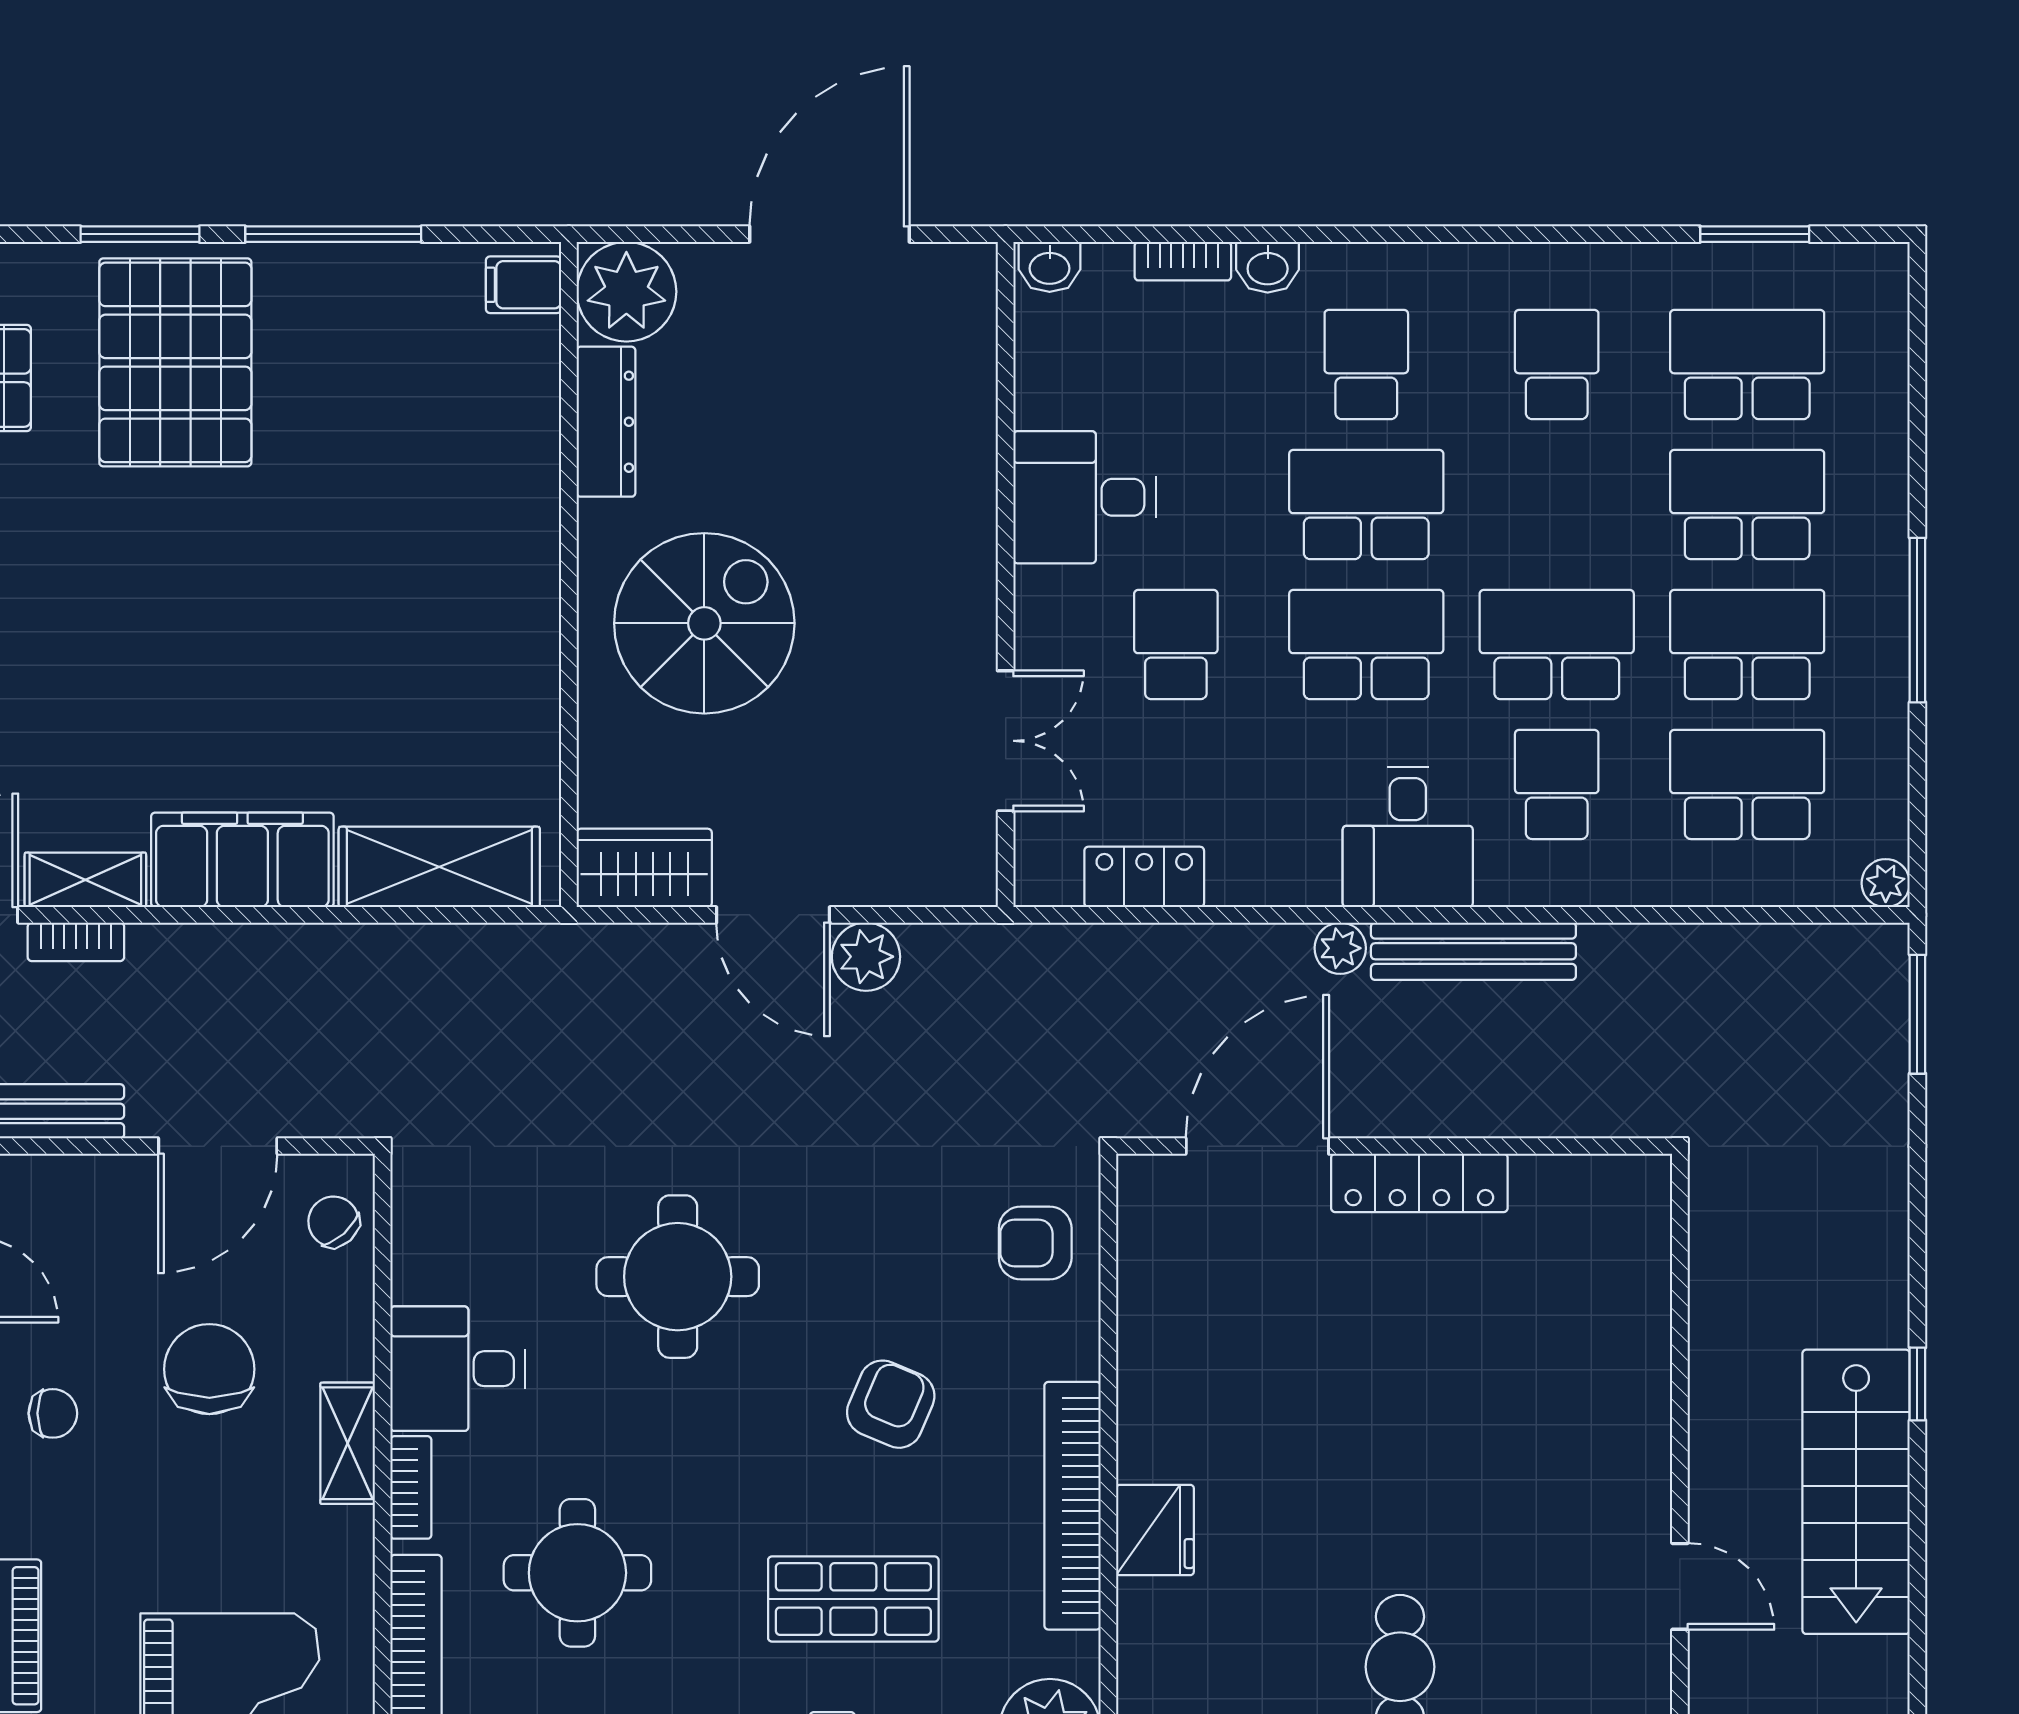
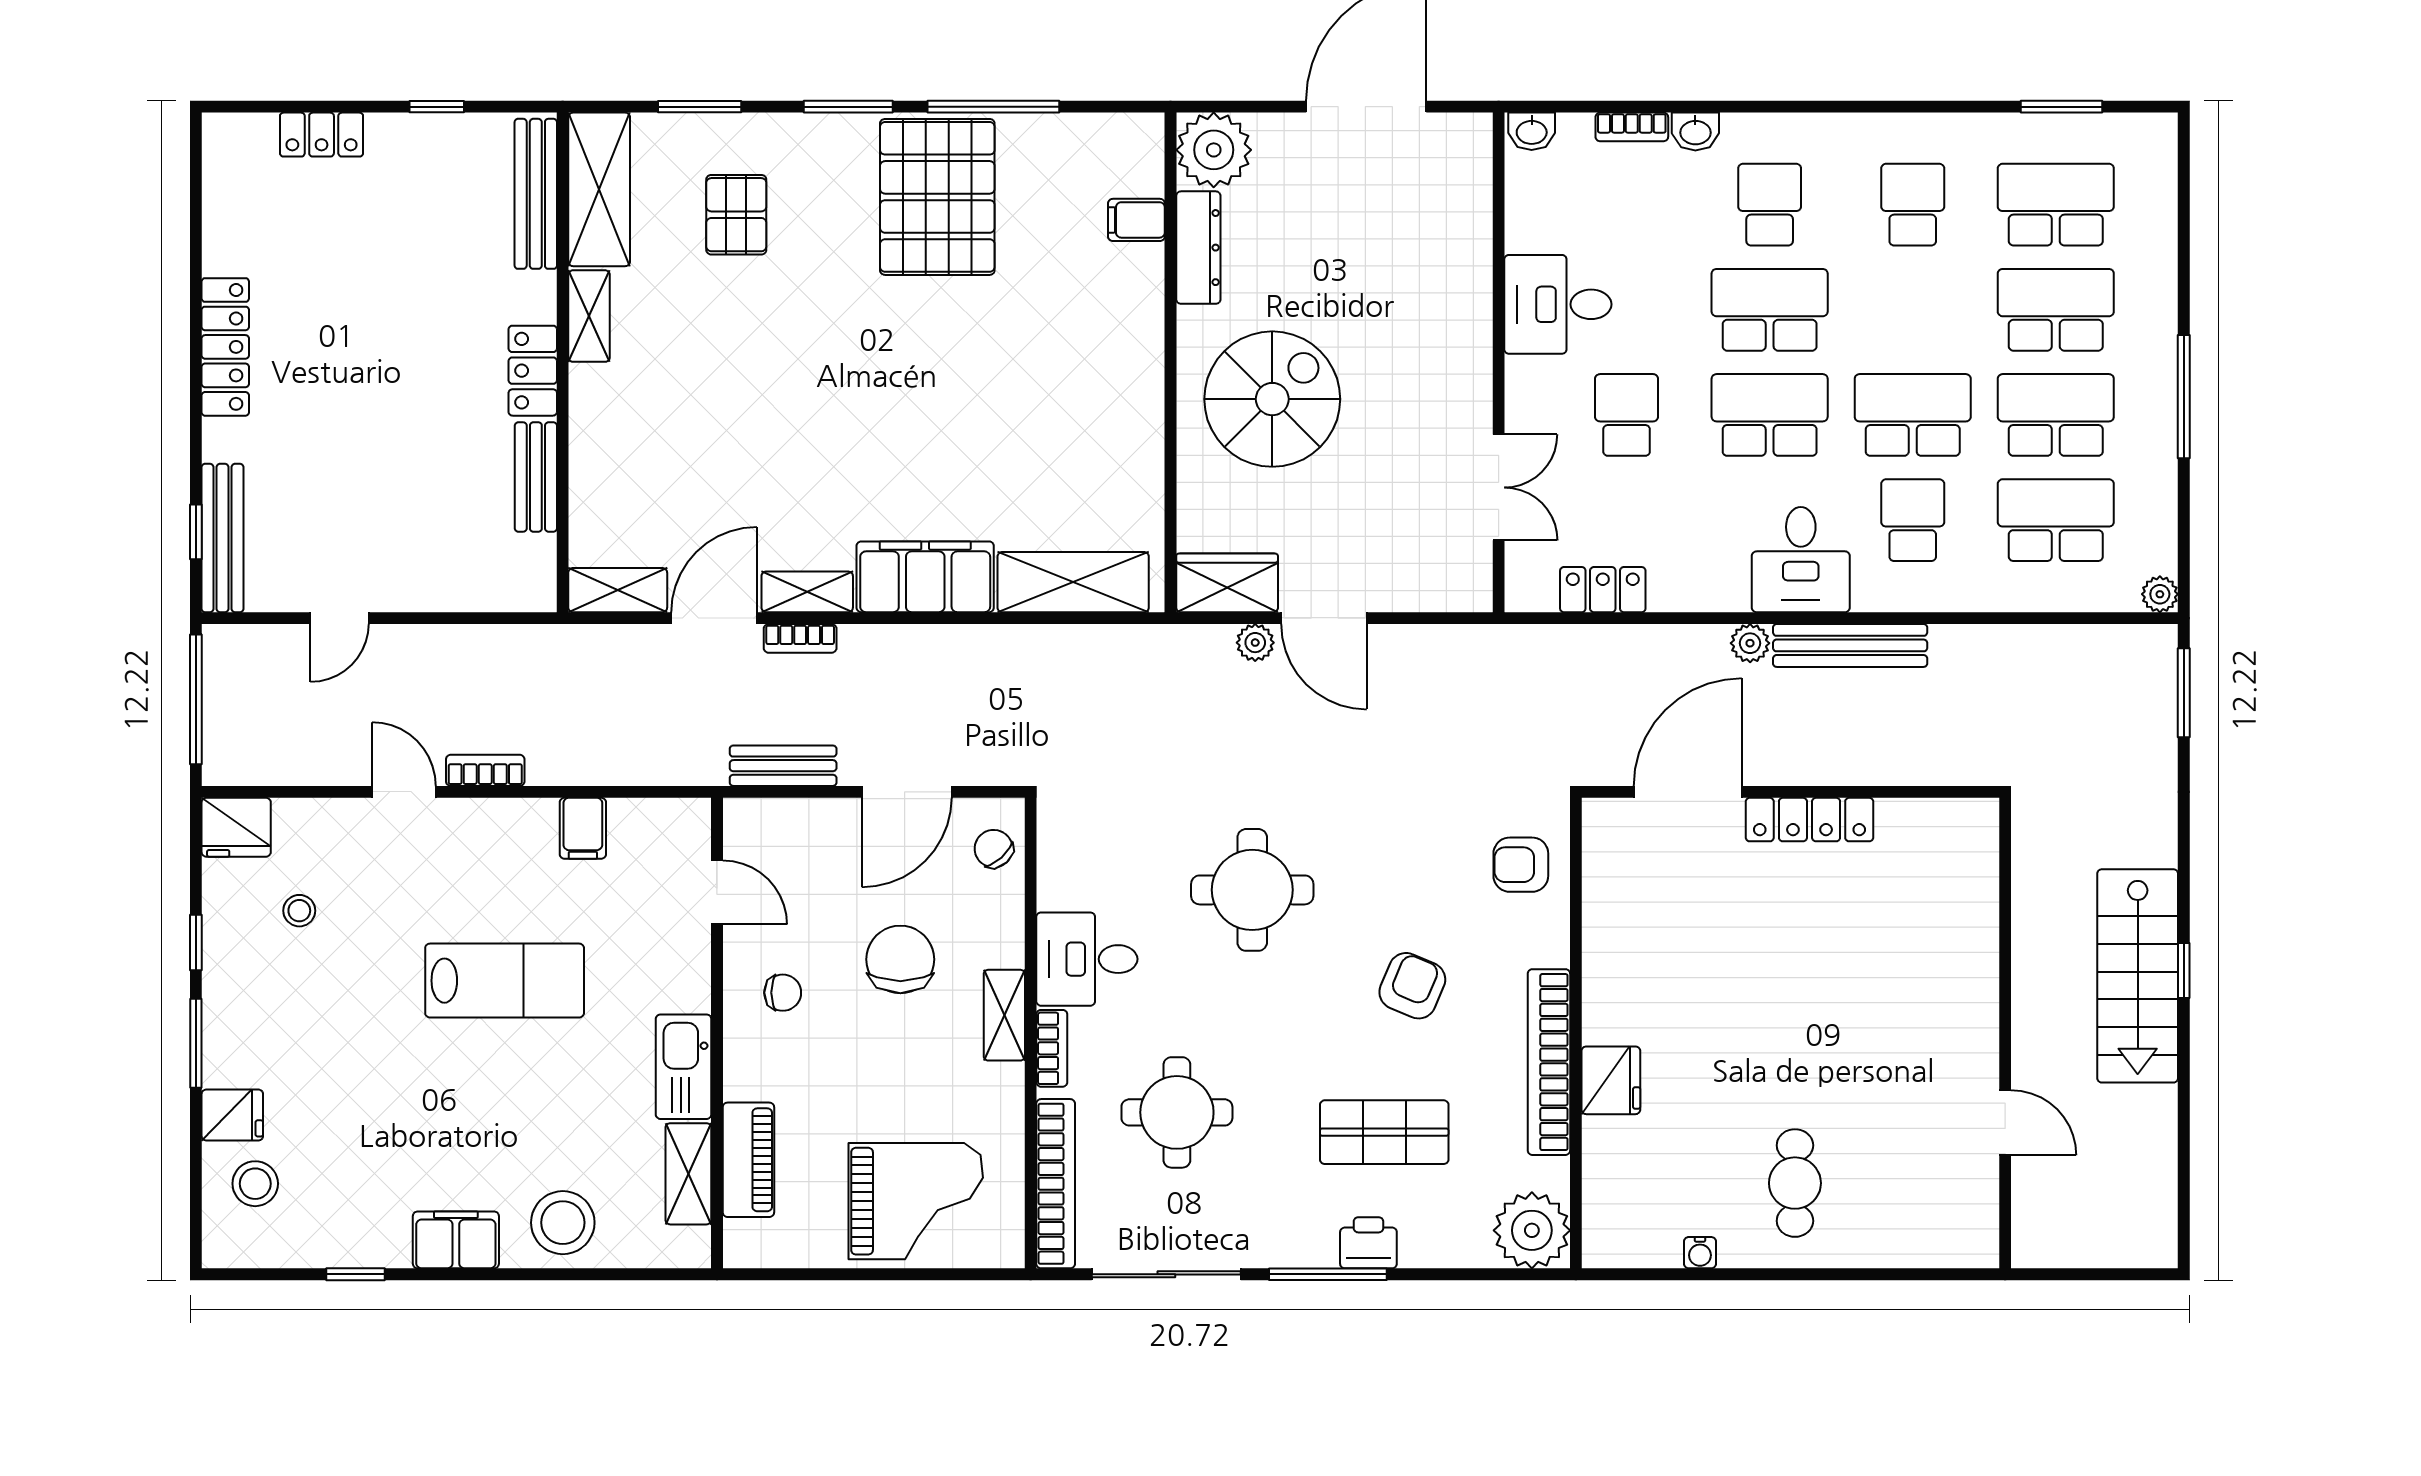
filing cabinet: (524, 285) -> (1136, 220), moved
pallet: (175, 362) -> (937, 197), moved
plant: (866, 957) -> (1255, 643), moved, width x0.73, depth x0.73
stairs: (1856, 1492) -> (2138, 976), moved

